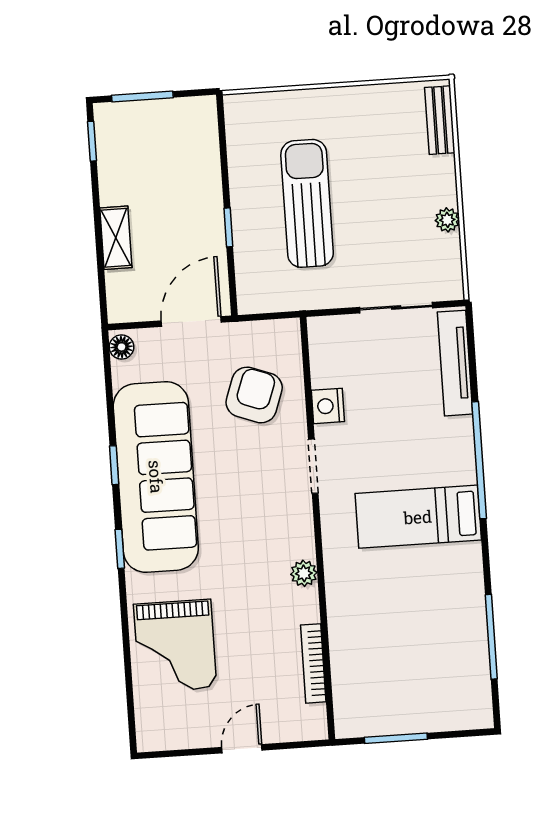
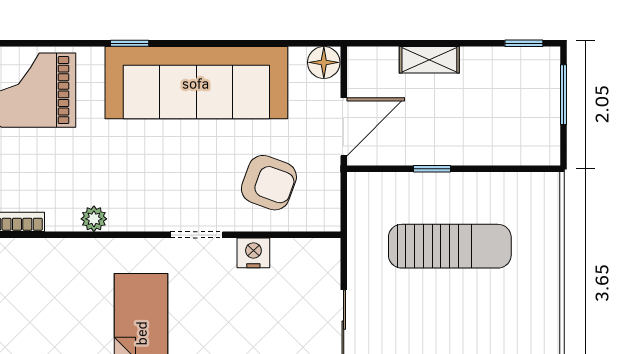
door: (191, 321) -> (344, 127), hinge flipped
floor lamp: (122, 347) -> (324, 62), width x1.37, depth x1.37
window: (114, 465) -> (210, 43), removed

